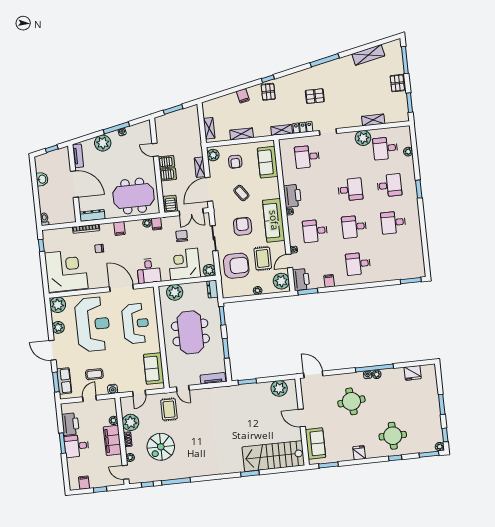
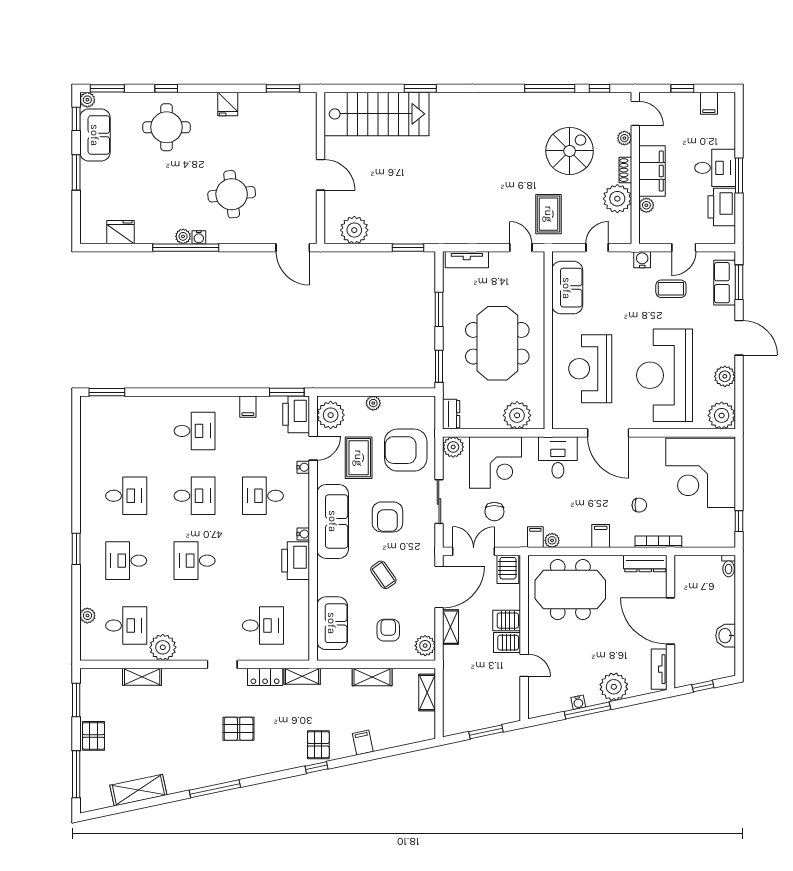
desk: (315, 231) -> (263, 496), turned 180
sofa: (315, 443) -> (95, 135), moved, turned 180

